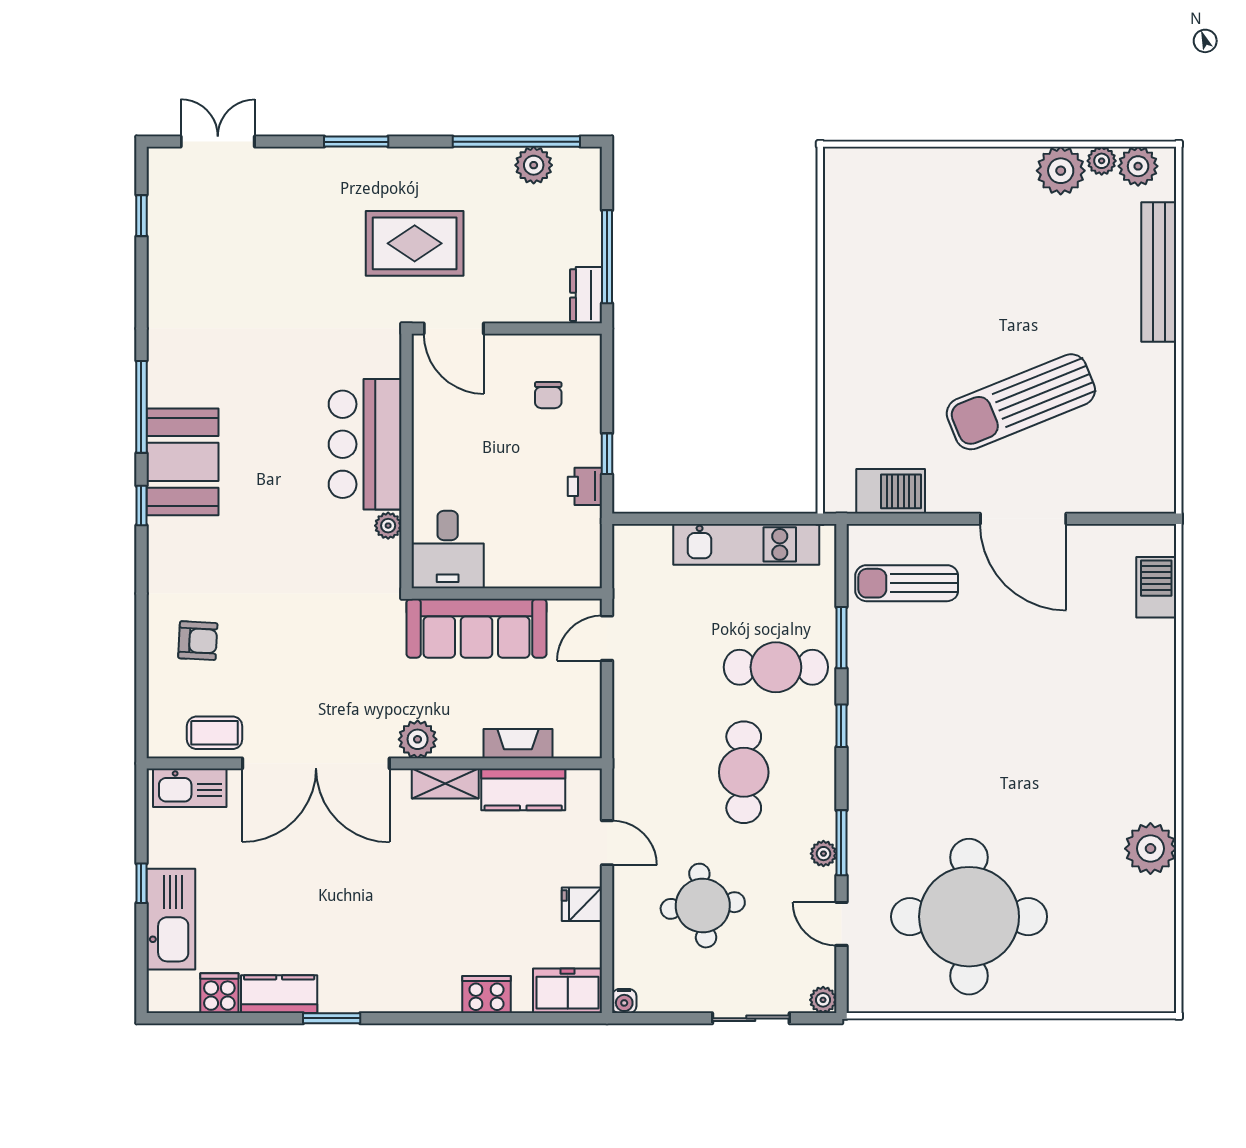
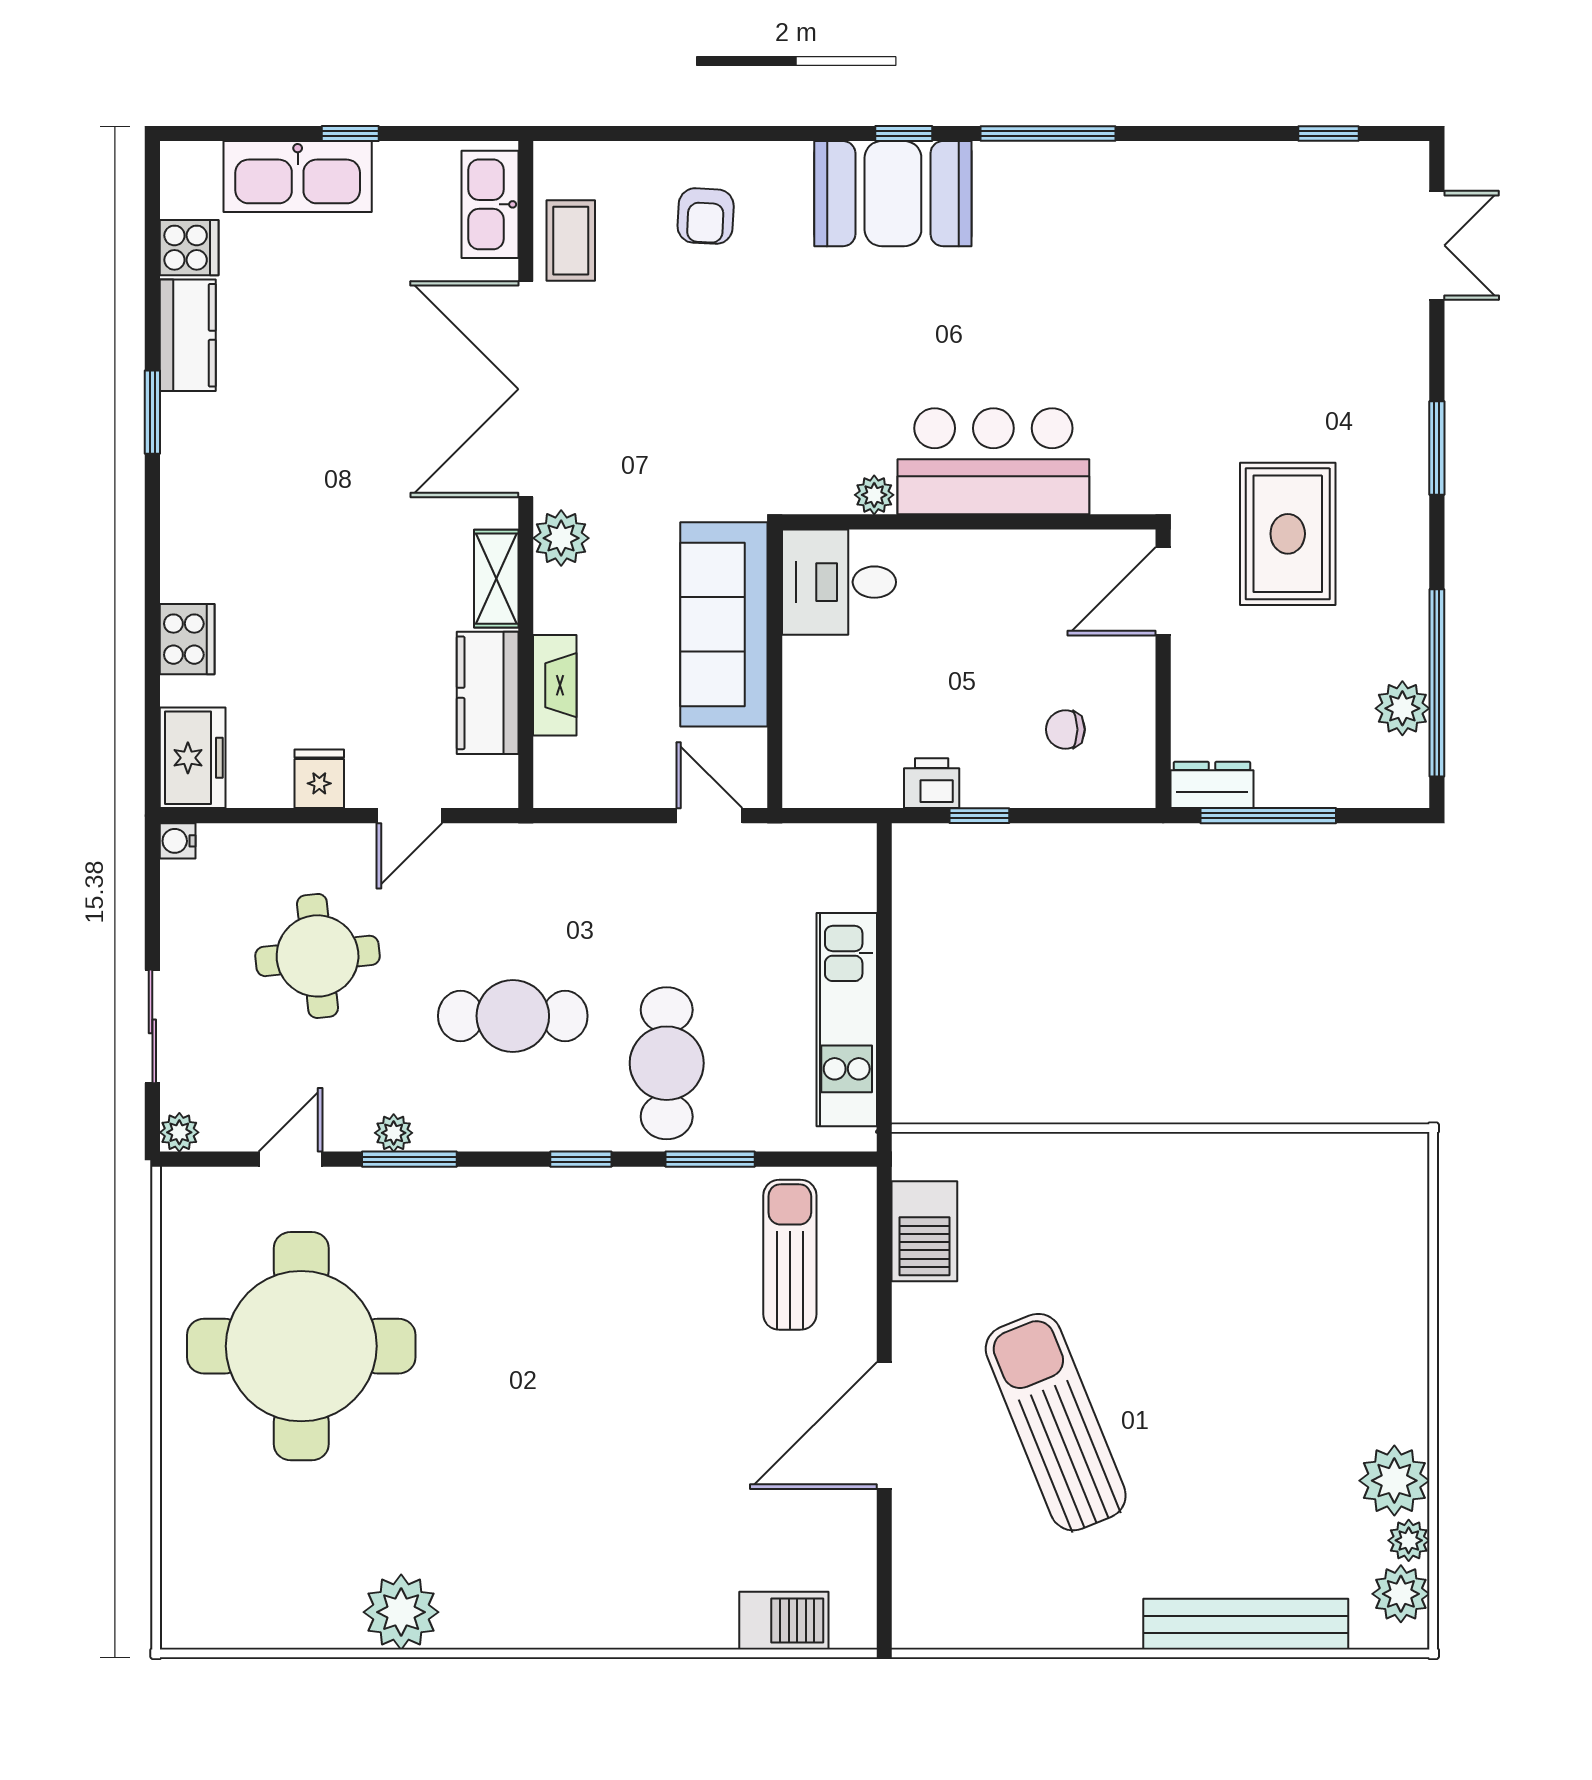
booth: (182, 462) -> (893, 194), moved

